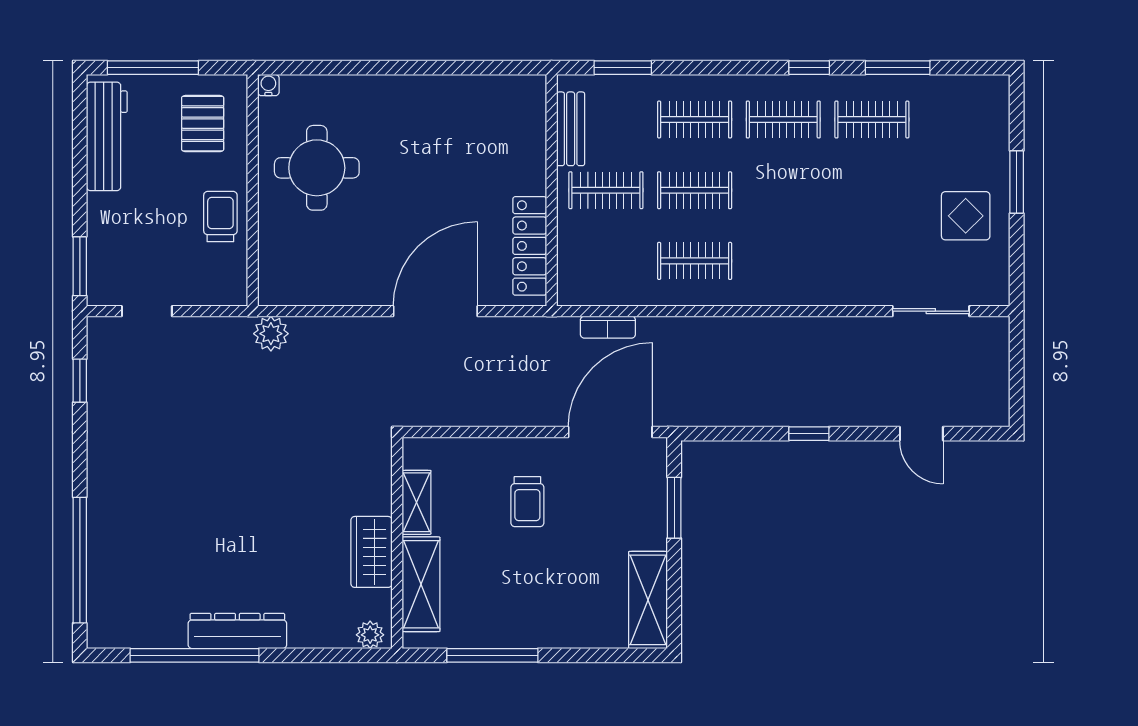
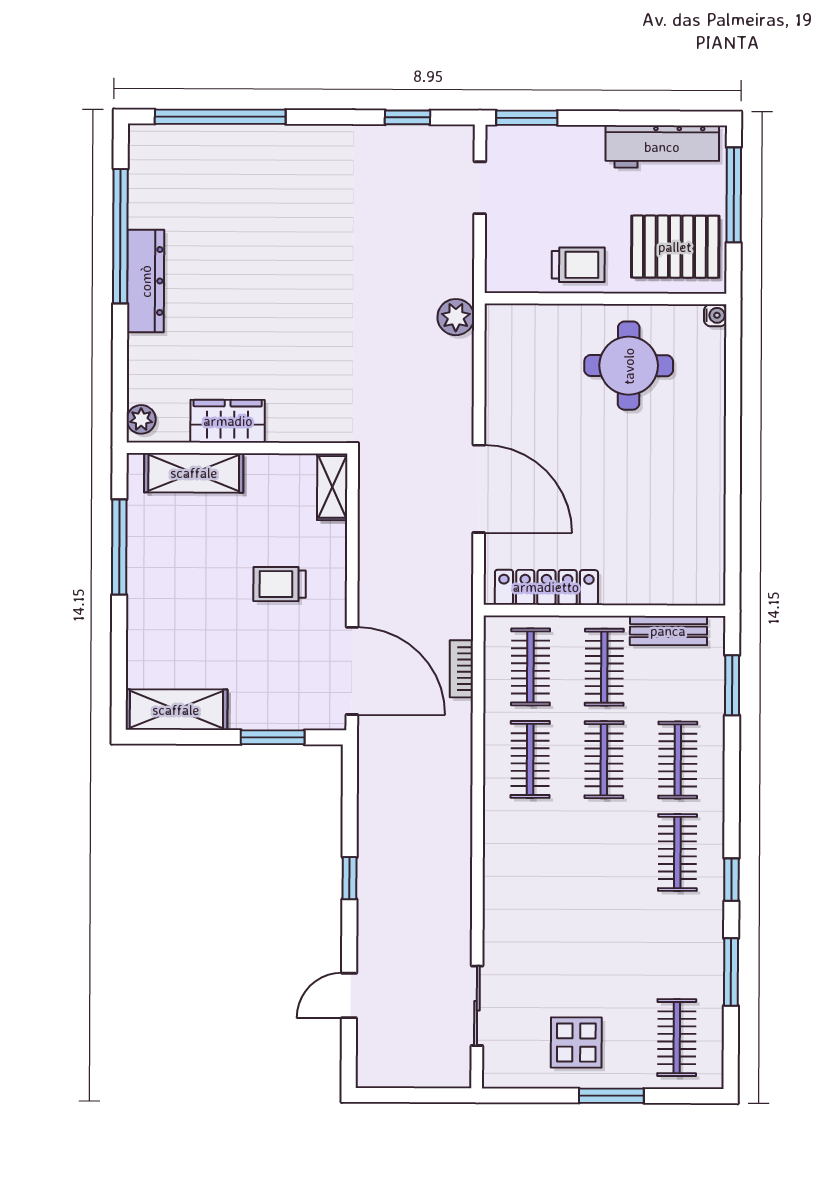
clothes rail: (872, 119) -> (677, 1038), moved
pallet: (203, 124) -> (675, 247), width x1.50, depth x1.42
clothes rail: (606, 261) -> (530, 667), added
shelving: (417, 502) -> (332, 487), moved, turned 90

